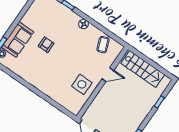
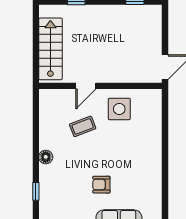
coffee table: (103, 45) -> (83, 126), moved
door: (108, 75) -> (86, 86), swing flipped

